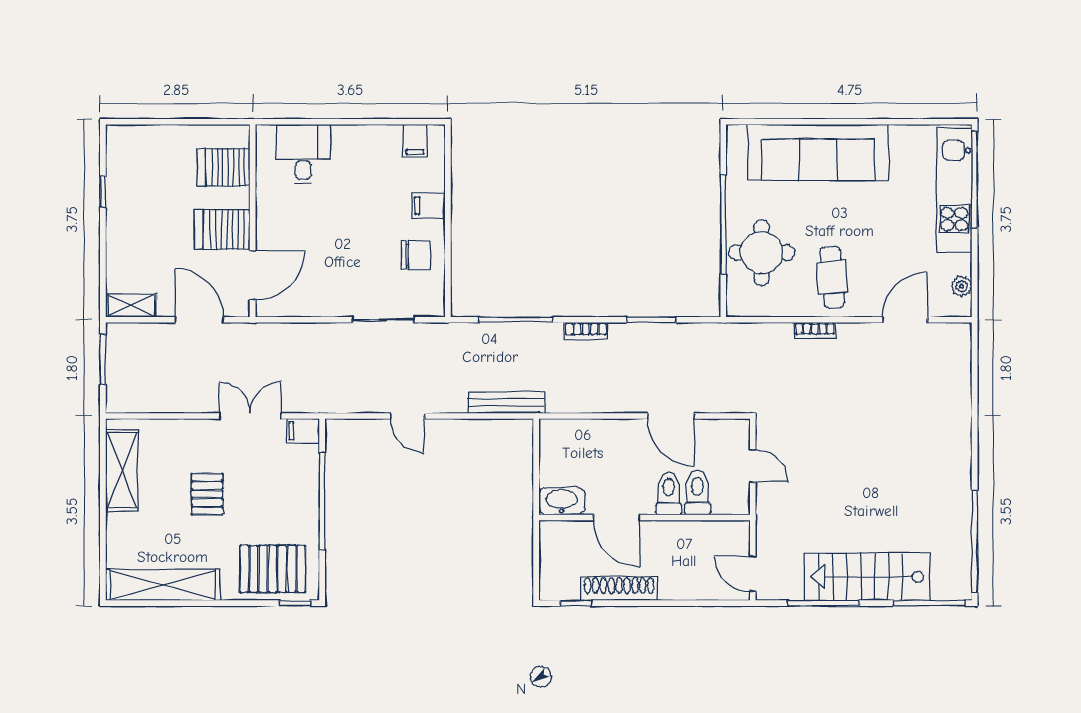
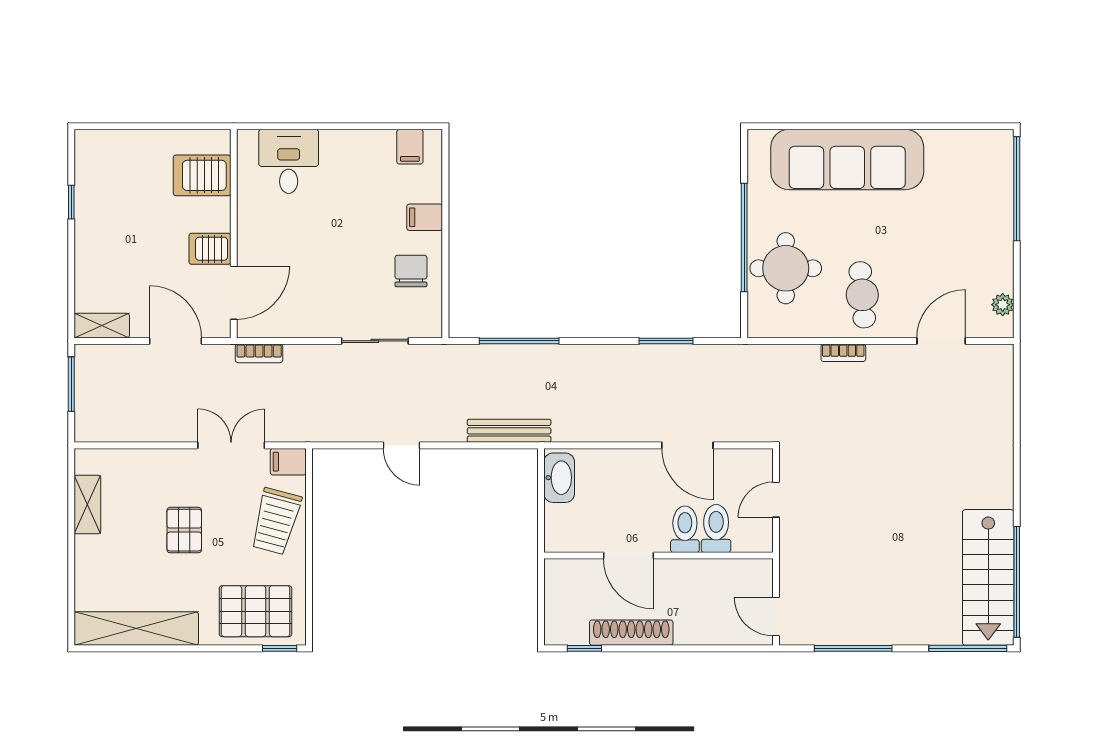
kitchen unit: (954, 190) -> (995, 201), removed
server rack: (222, 229) -> (210, 249), width x0.73, depth x0.70
chair: (416, 255) -> (411, 271), turned -90
bookcase: (586, 331) -> (259, 353), moved
door: (753, 466) -> (776, 500), swing flipped
shelving: (122, 470) -> (87, 504), width x0.67, depth x0.75
trolley: (291, 486) -> (276, 521), added
window: (322, 501) -> (309, 538), removed
washbasin: (562, 501) -> (559, 478), moved, turned 90
stairs: (867, 577) -> (988, 577), moved, turned -90

